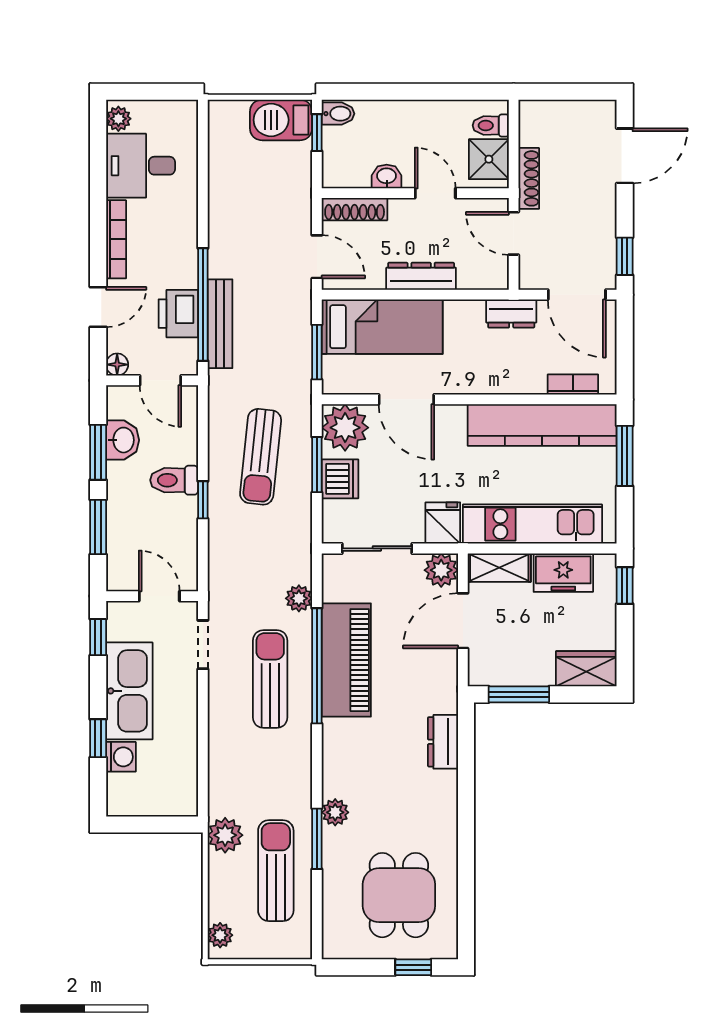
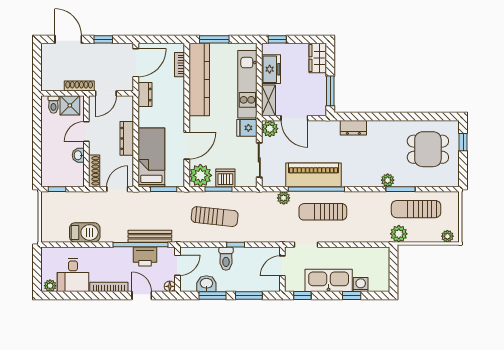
bidet: (338, 114) -> (48, 179), removed
barbecue: (281, 120) -> (85, 232), moved, turned -90
window: (625, 256) -> (103, 39), moved

